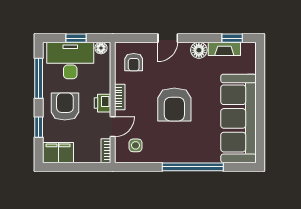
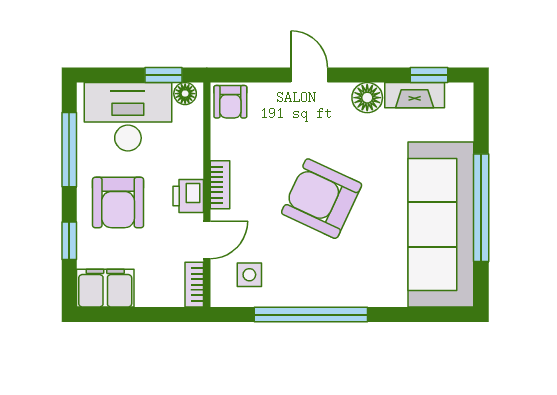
window: (76, 38) -> (163, 75), moved
door: (168, 38) -> (309, 75), swing flipped
armchair: (134, 62) -> (230, 102), moved
armchair: (174, 104) -> (322, 199), turned 115
armchair: (65, 107) -> (118, 202), turned 180
window: (260, 109) -> (481, 208), added
window: (193, 167) -> (311, 315), moved

